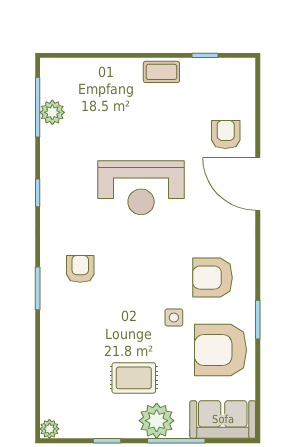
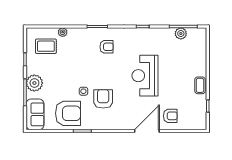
armchair: (213, 278) -> (103, 99), moved
armchair: (220, 350) -> (68, 113), turned 90
rug: (134, 378) -> (46, 46), moved, turned 90
plant: (49, 429) -> (63, 32), moved

